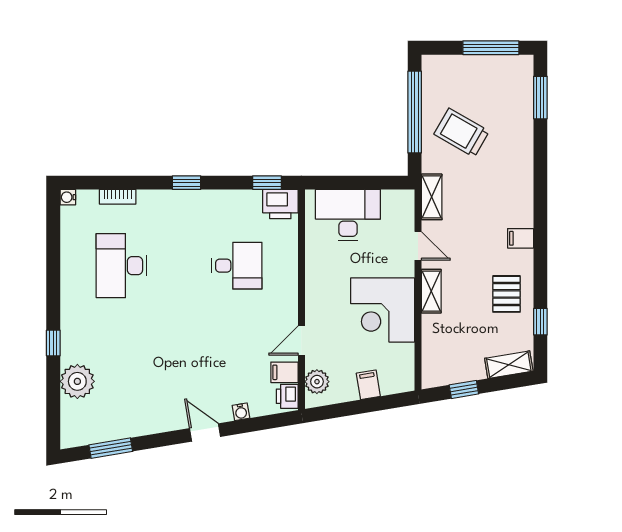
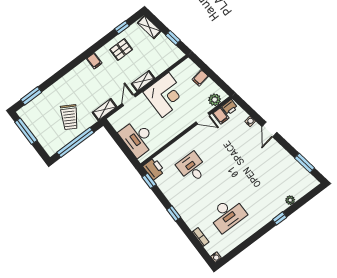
plant: (77, 381) -> (290, 200), width x0.53, depth x0.53

